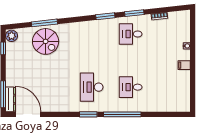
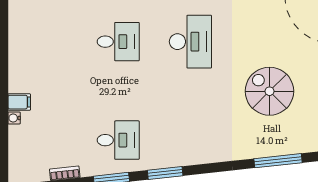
spiral stairs: (46, 41) -> (269, 91), moved
filing cabinet: (184, 65) -> (19, 102), moved

